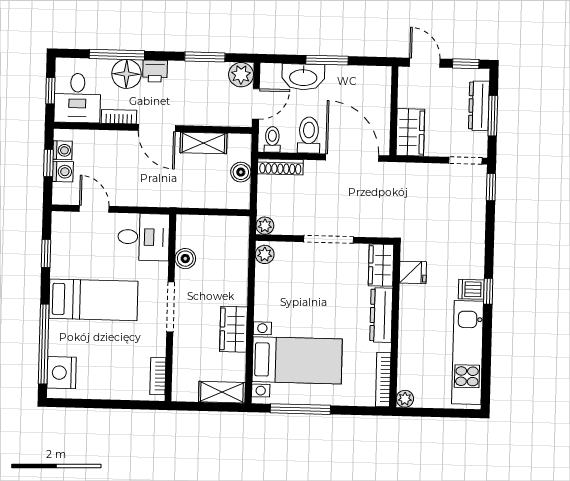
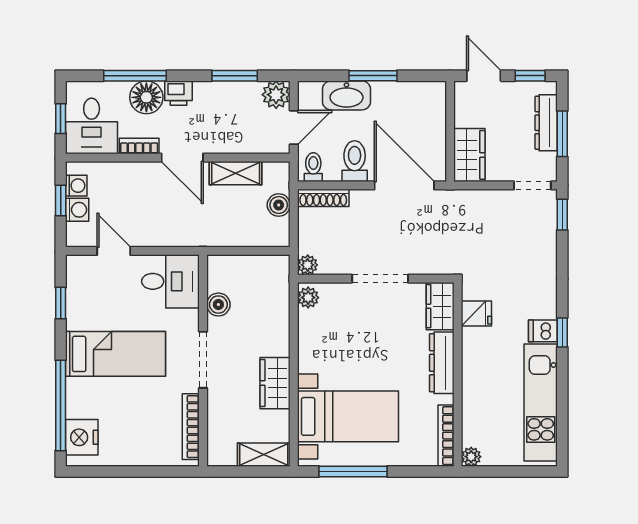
bookcase: (158, 376) -> (191, 427), width x1.56

